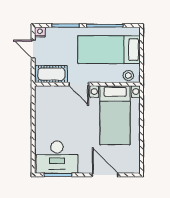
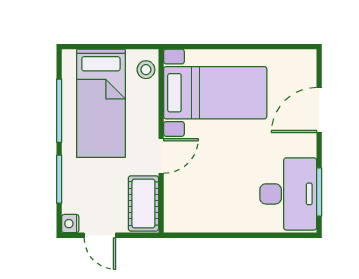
door: (33, 49) -> (100, 235), hinge flipped

